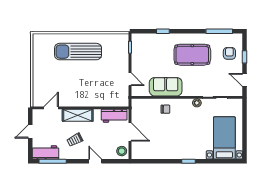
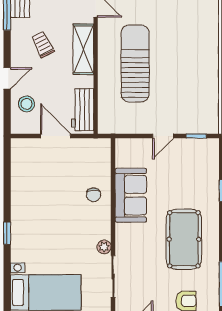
sun lounger: (78, 52) -> (135, 63), moved
door: (130, 79) -> (163, 136), moved
door: (130, 132) -> (56, 136), swing flipped
stool: (122, 151) -> (27, 104), moved

